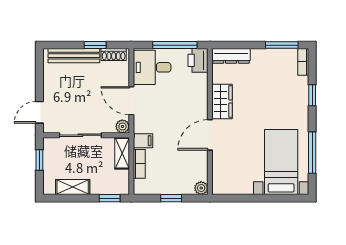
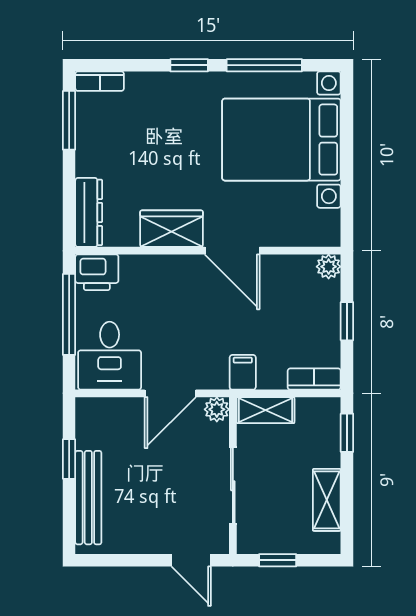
shoe rack: (114, 55) -> (86, 425), removed
window: (312, 95) -> (189, 65), moved
bed with nightstands: (281, 162) -> (281, 140), width x1.36
bookcase: (139, 164) -> (314, 379), moved

